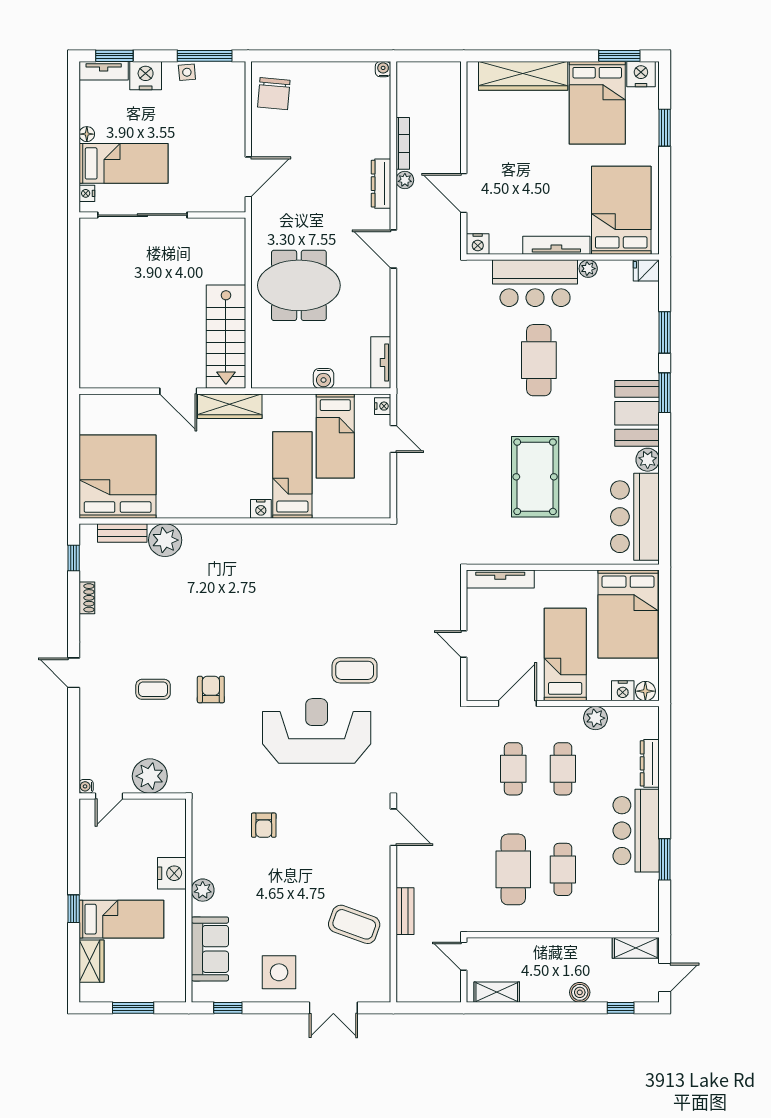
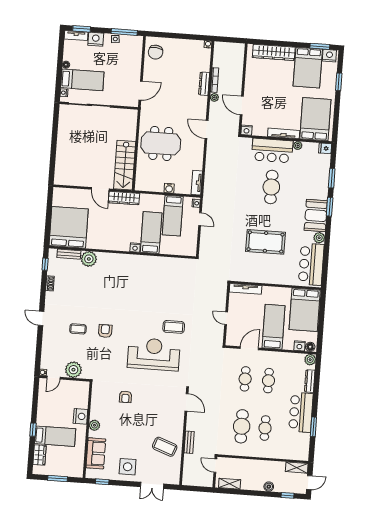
dresser: (381, 184) -> (204, 84), moved
pool table: (535, 477) -> (266, 242), turned 90
plant: (595, 718) -> (310, 360), moved

